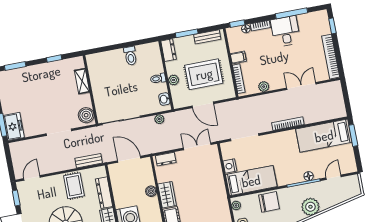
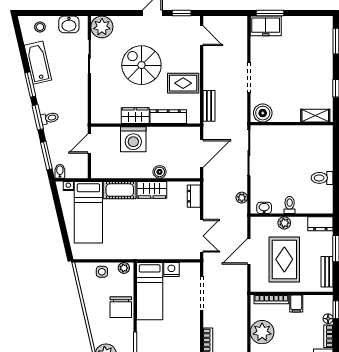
shelving: (82, 81) -> (315, 116), moved
plant: (264, 87) -> (262, 332), width x1.88, depth x1.88

